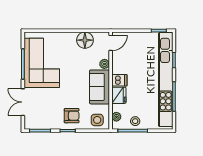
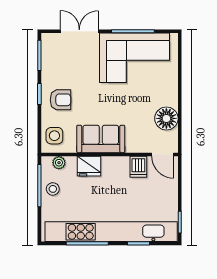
plant: (104, 64) -> (133, 146), removed
dishwasher: (119, 80) -> (138, 167), moved
armchair: (72, 116) -> (60, 100), turned -90

